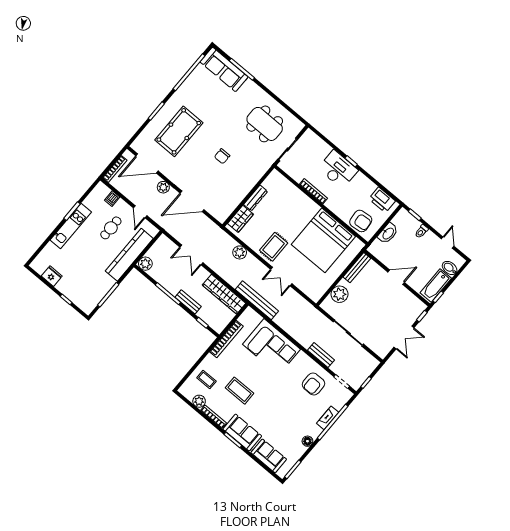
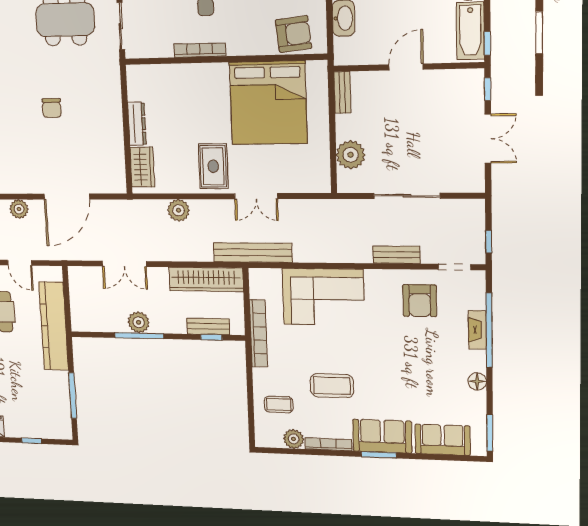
plant: (145, 264) -> (139, 322), moved
bench: (357, 268) -> (342, 92), width x0.73
bench: (188, 302) -> (208, 326), moved

